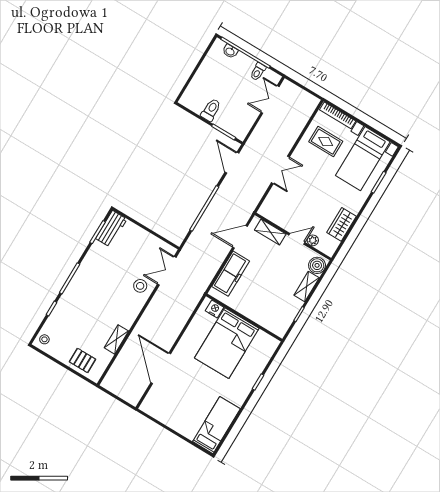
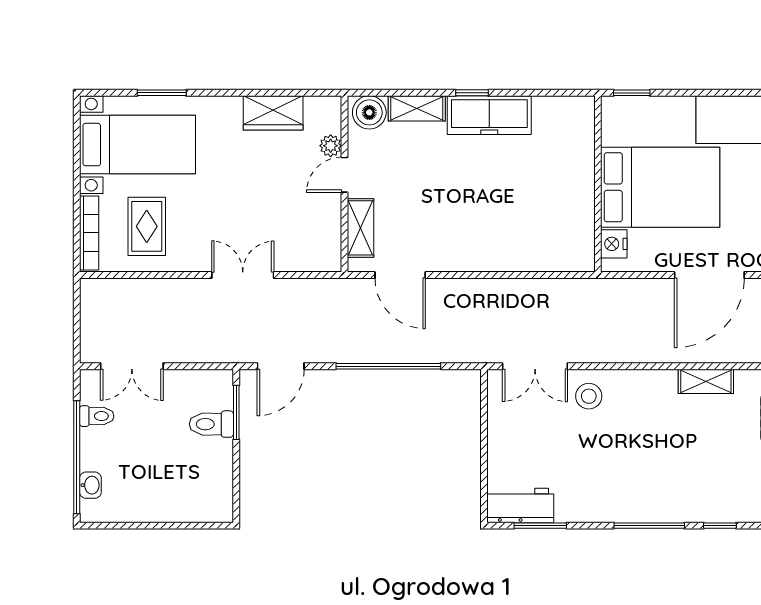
toilet: (211, 110) -> (211, 424), moved
door: (297, 239) -> (344, 175), hinge flipped
freezer: (231, 274) -> (489, 115), moved, turned 180
nightstand: (215, 309) -> (614, 244), moved
wall: (244, 318) -> (598, 184), moved
bed: (227, 343) -> (660, 187), moved

